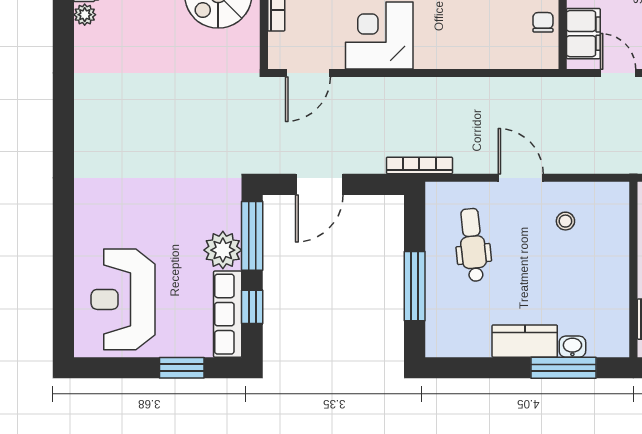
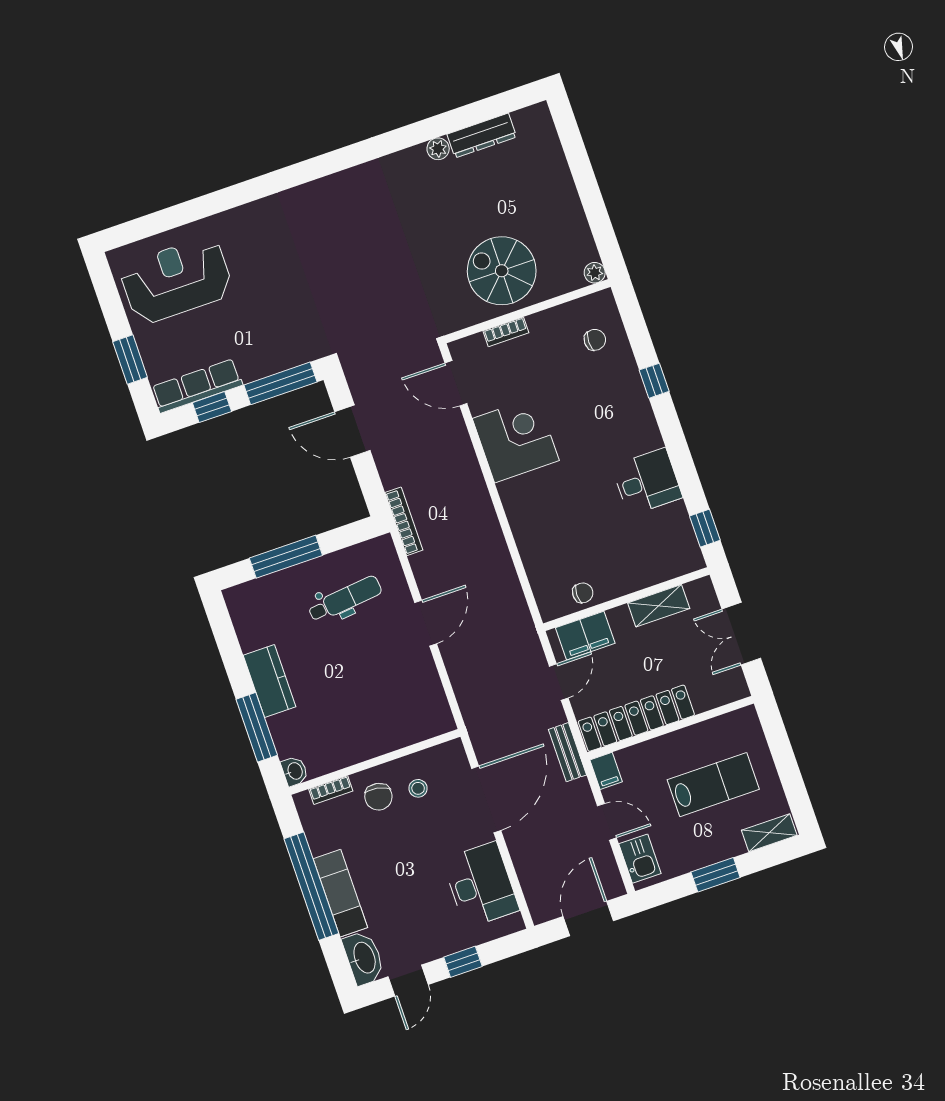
stool: (565, 221) -> (399, 680), removed
plant: (223, 250) -> (257, 360), removed
washbasin: (572, 347) -> (295, 771), moved

